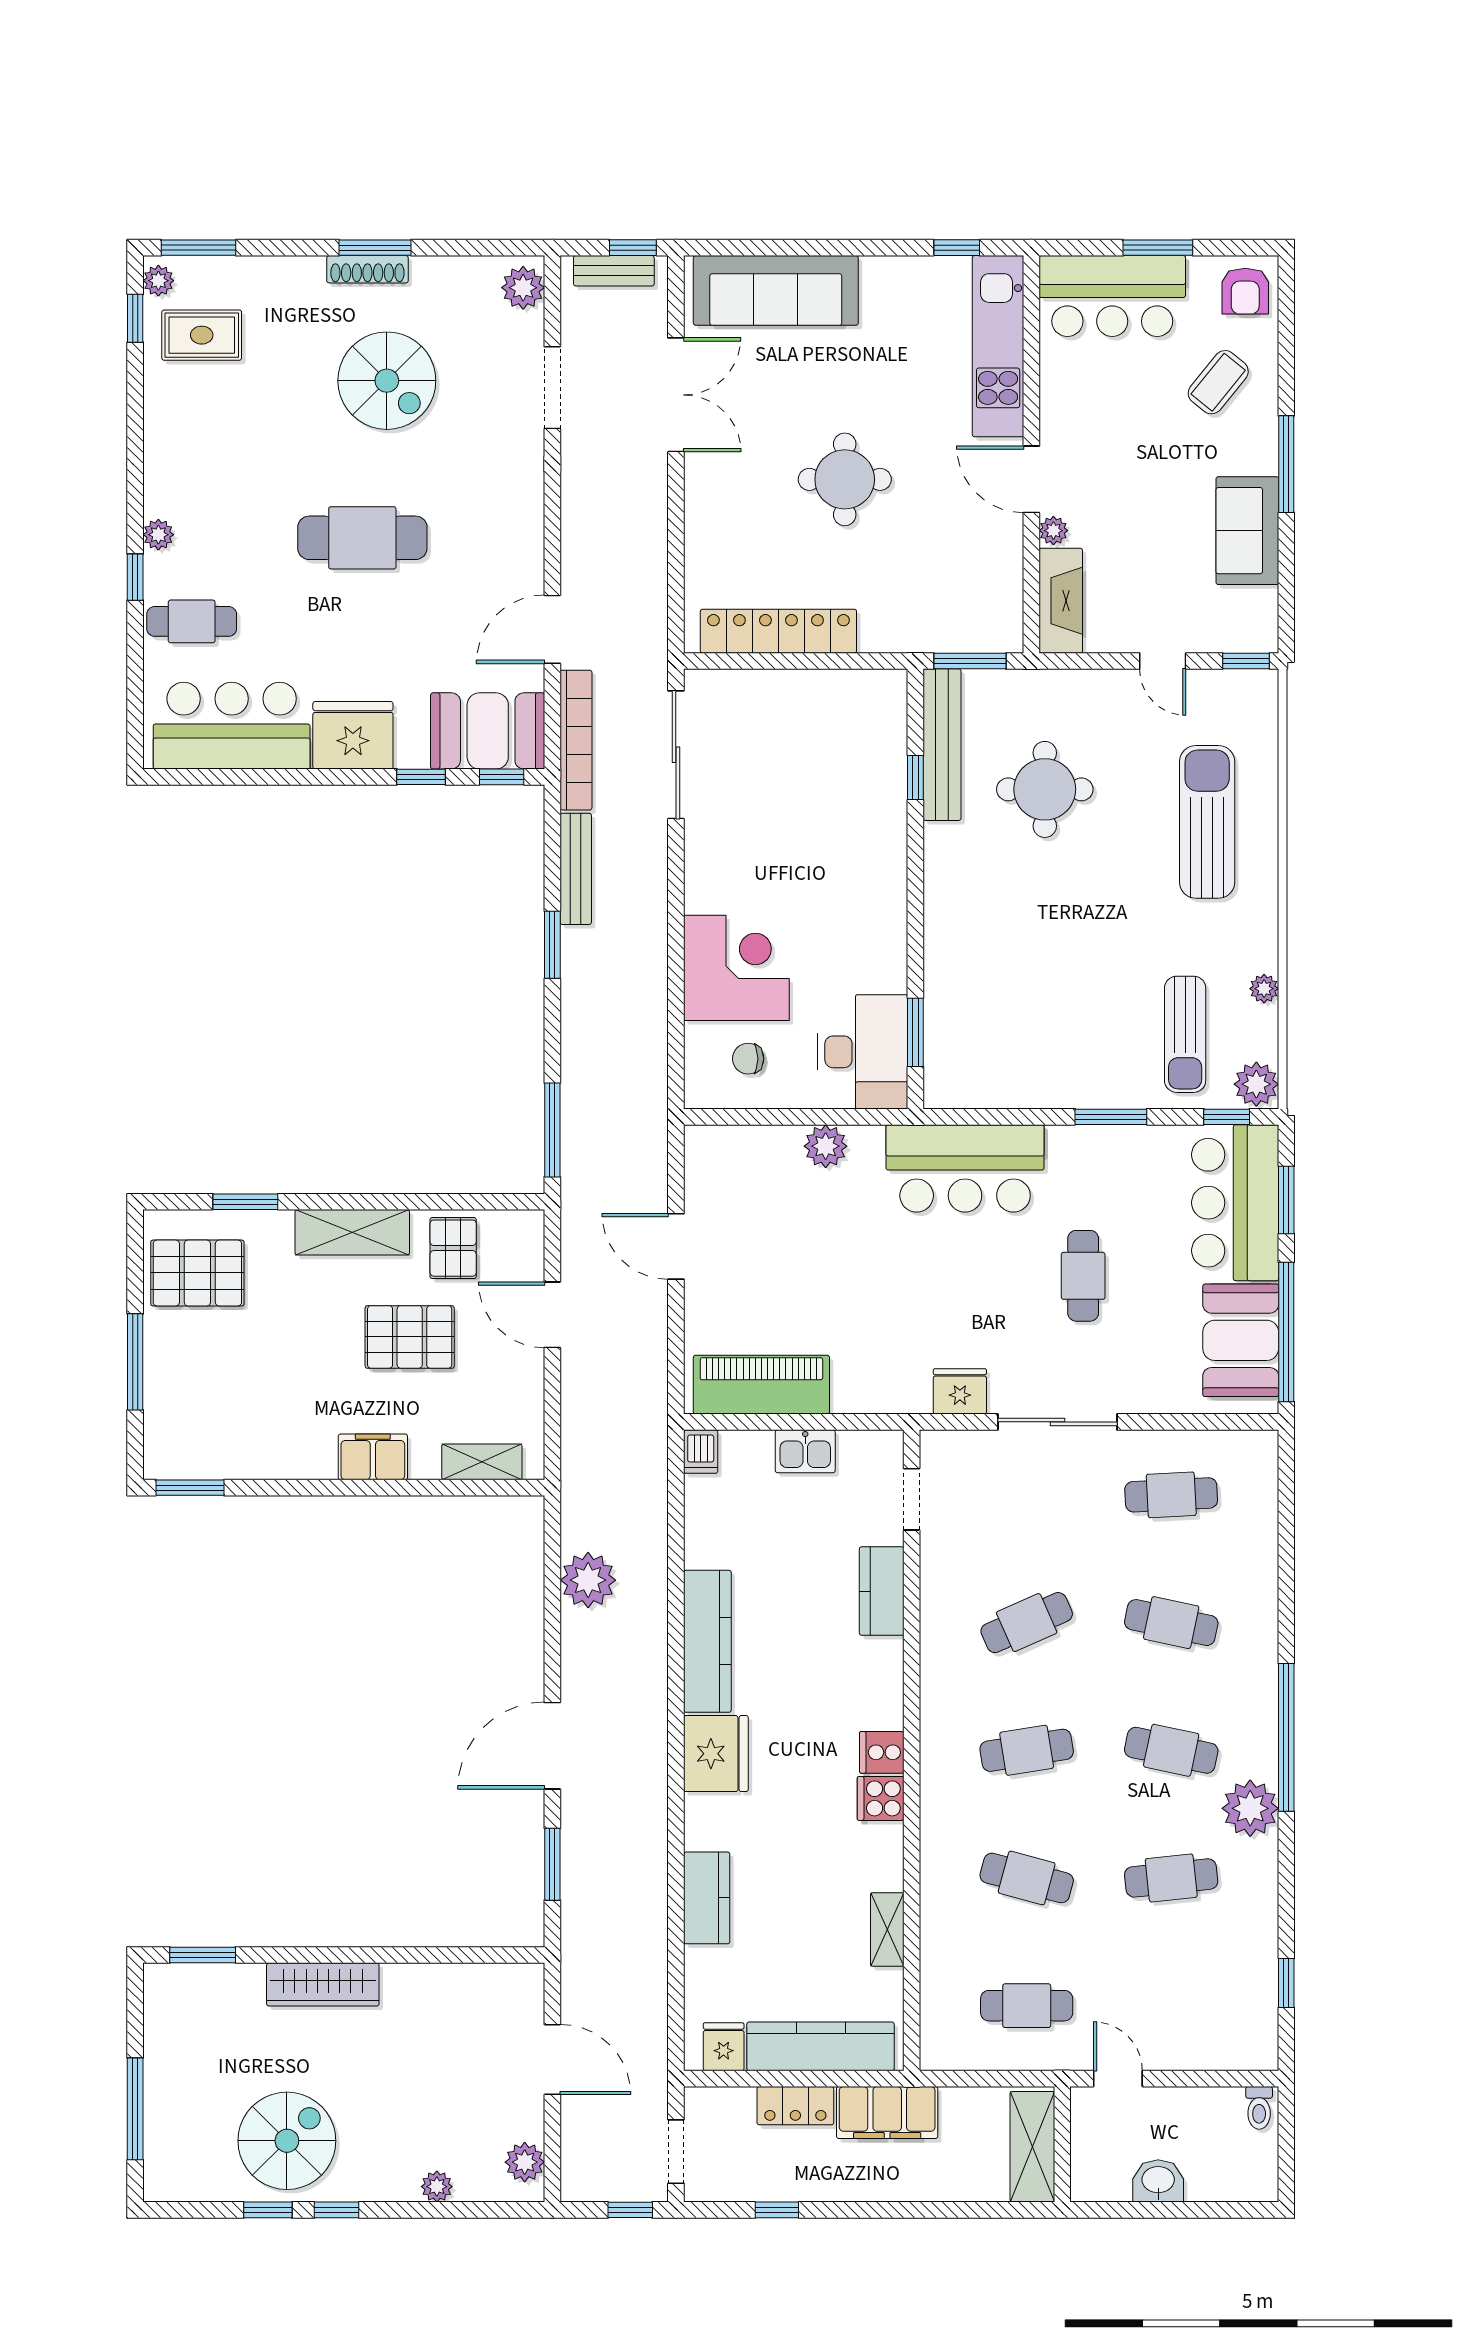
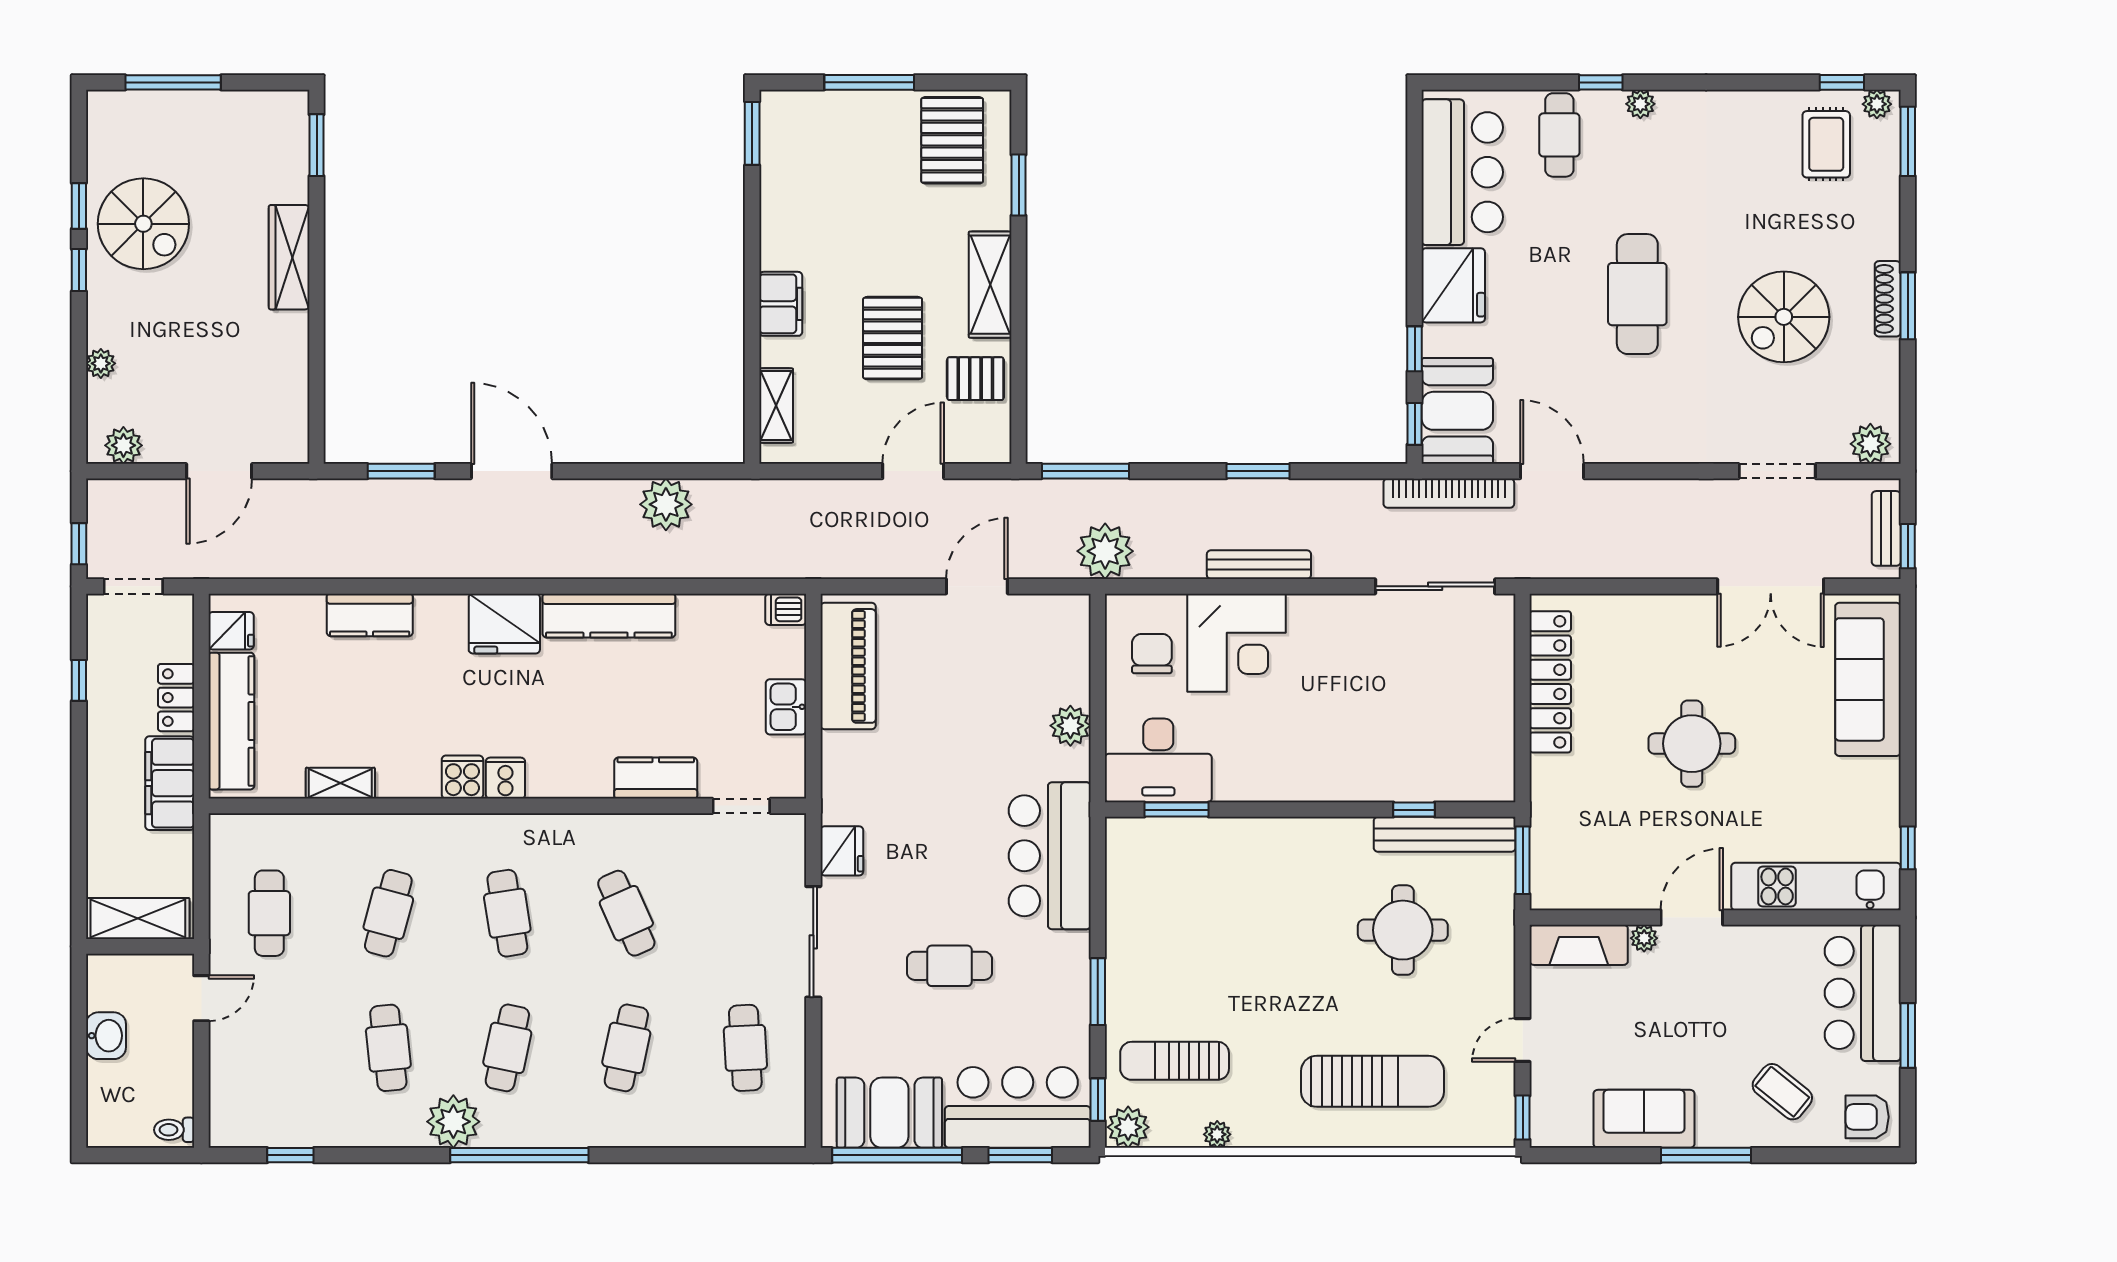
bench: (576, 869) -> (1259, 565), moved
chair: (748, 1059) -> (1152, 654), width x1.37, depth x1.37
plant: (638, 1109) -> (1105, 551), added

